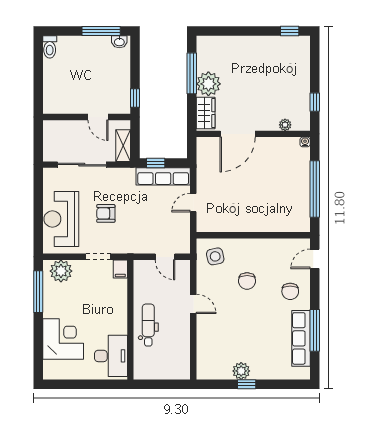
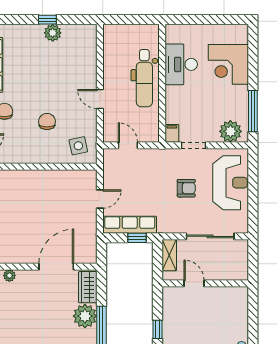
window: (135, 98) -> (158, 329), moved
dental chair: (148, 325) -> (144, 78), width x1.36, depth x1.38
desk: (111, 356) -> (181, 64), moved

